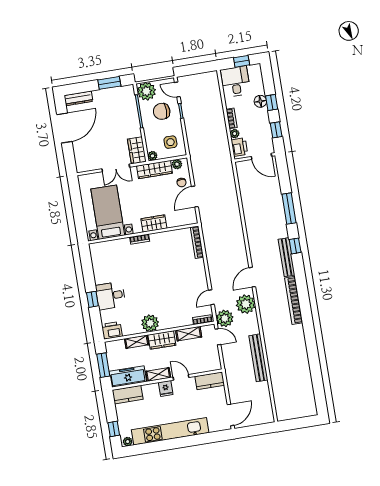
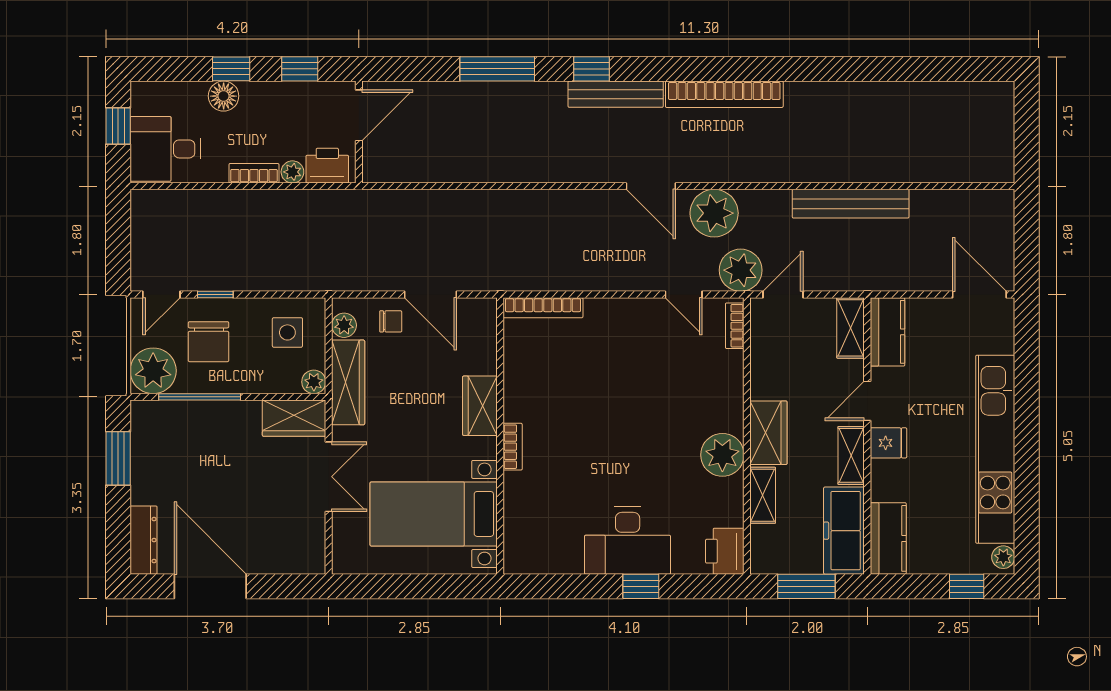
desk: (111, 296) -> (628, 541), width x1.37
shelving: (189, 334) -> (851, 328), moved

